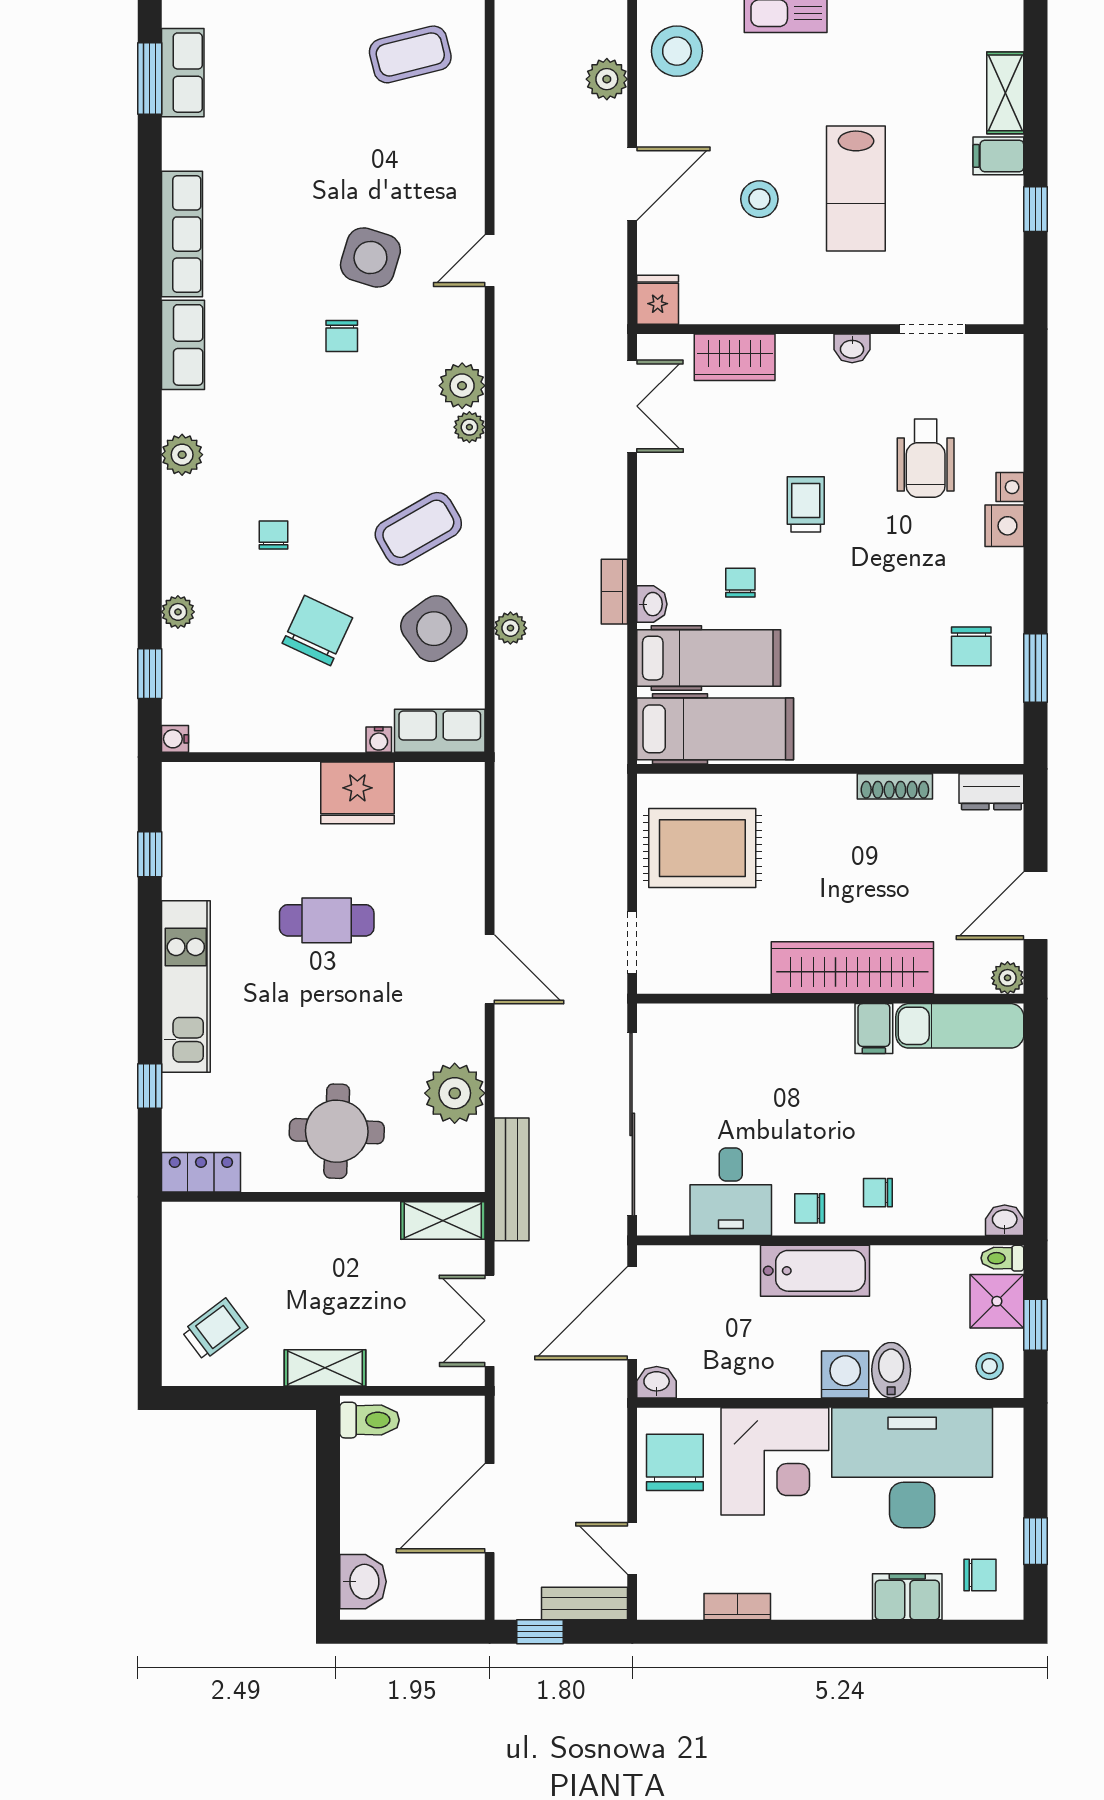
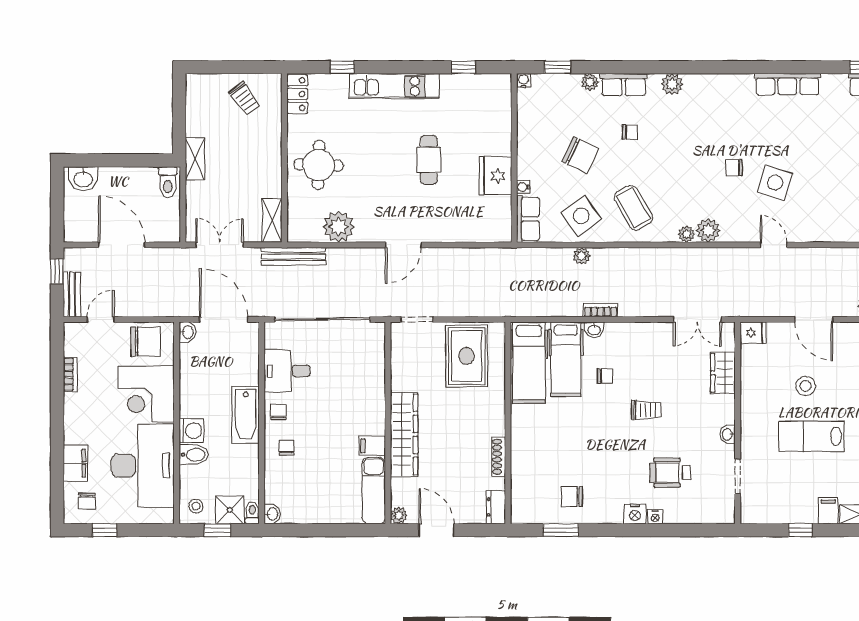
row of seats: (183, 345) -> (624, 85), moved
trolley: (215, 1329) -> (245, 98), moved

